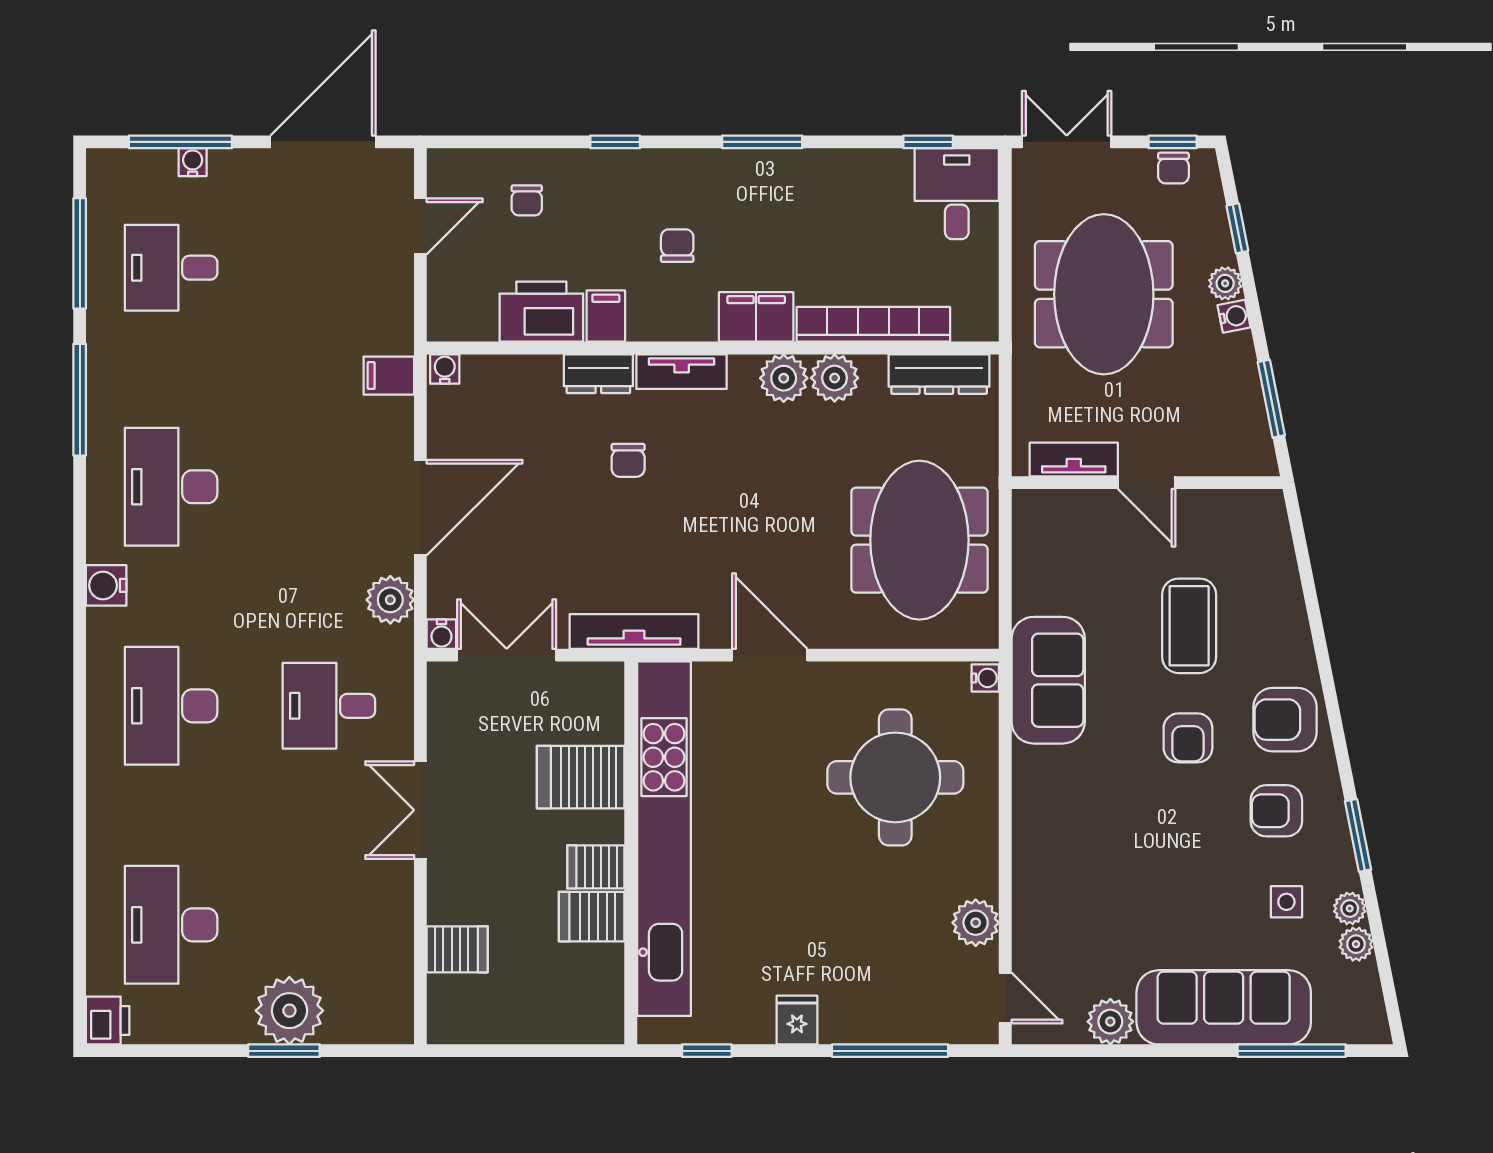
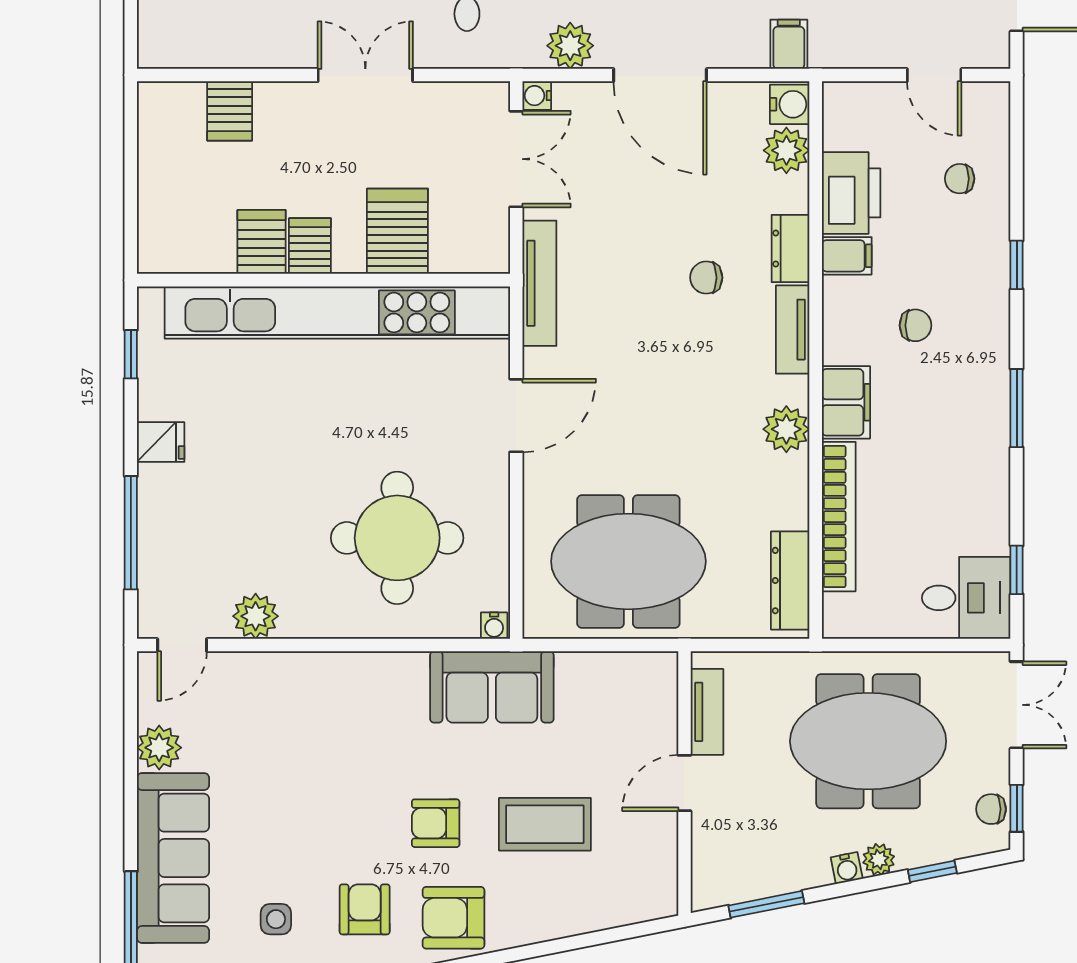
water cooler: (445, 369) -> (790, 104), width x1.38, depth x1.38
plant: (835, 378) -> (786, 150), moved
armchair: (1285, 720) -> (453, 918), turned -90

